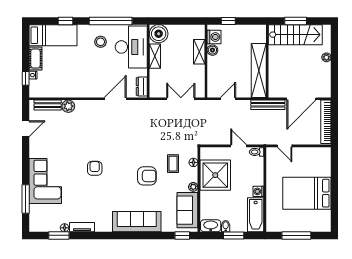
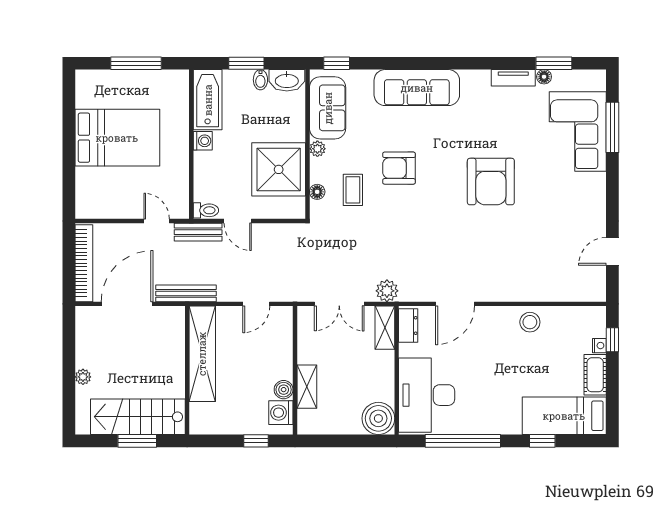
stool: (101, 42) -> (530, 322), moved
shelving: (155, 56) -> (385, 328), moved
bench: (48, 105) -> (198, 232), moved
plant: (68, 106) -> (387, 291), moved
armchair: (95, 168) -> (491, 182), width x1.88, depth x1.88
corner sofa: (45, 181) -> (578, 132), moved

